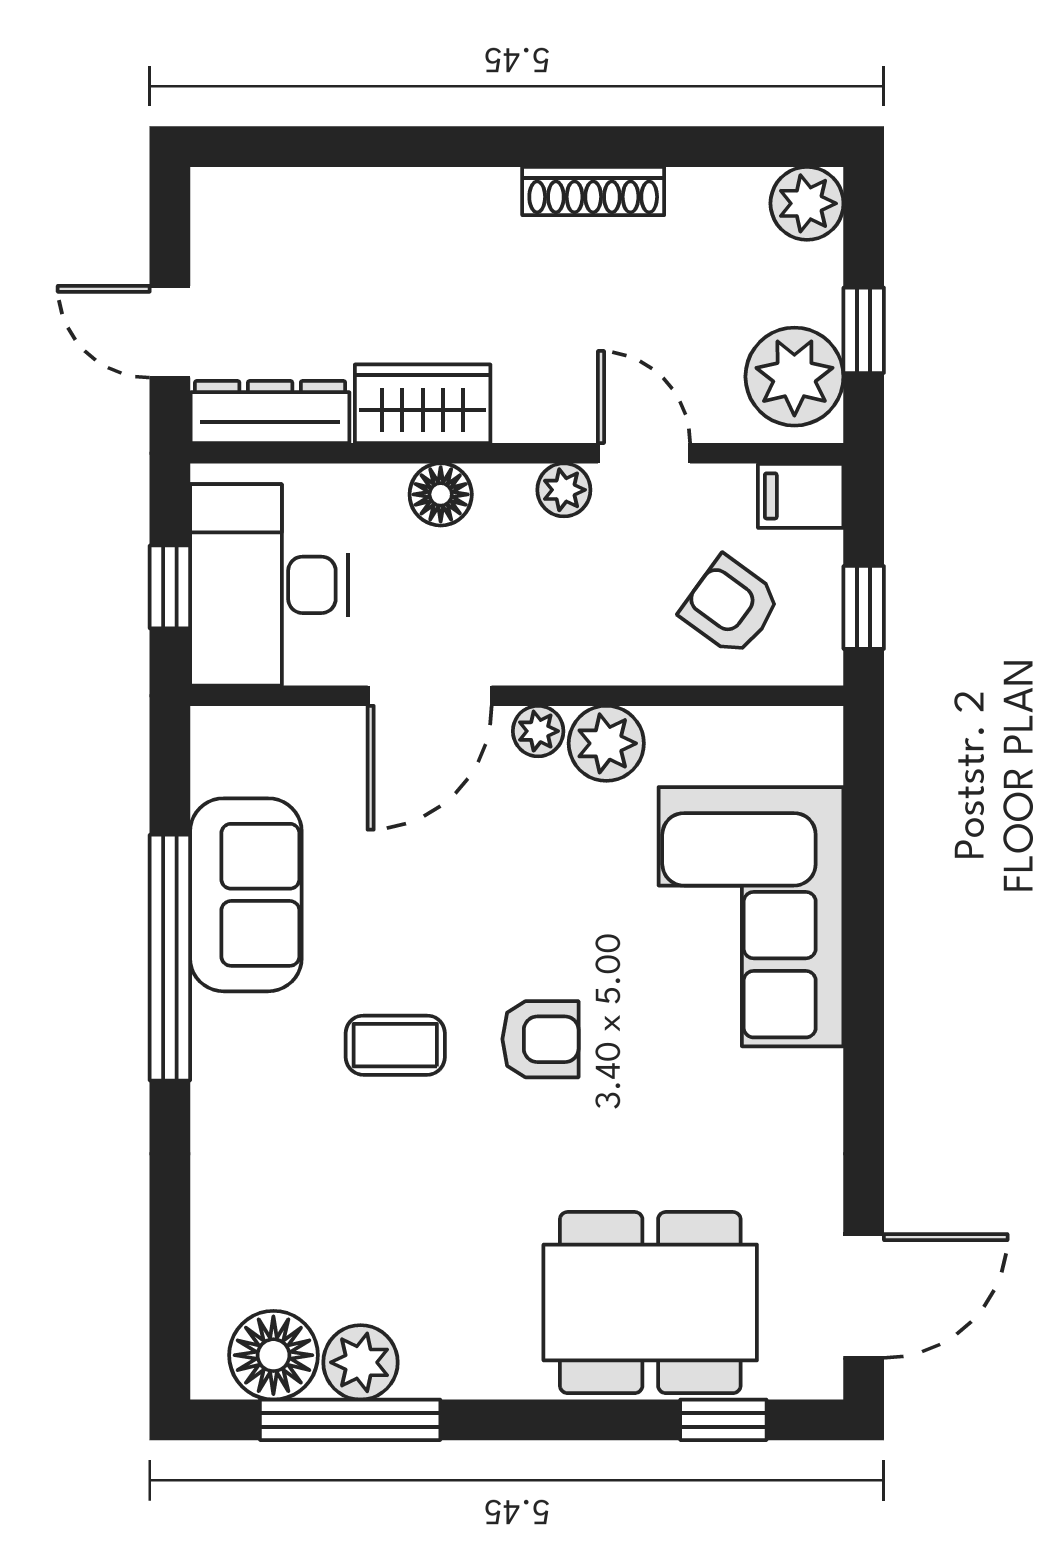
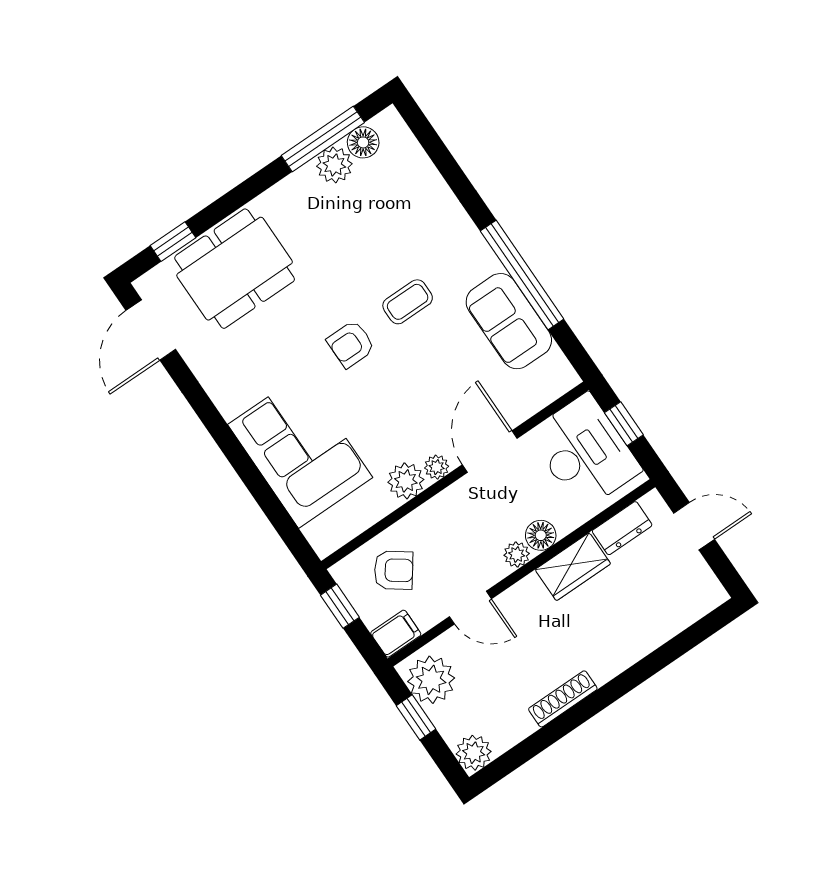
dresser: (270, 412) -> (622, 528), width x0.70
plant: (564, 490) -> (517, 554), moved
floor lamp: (273, 1355) -> (363, 142), width x0.73, depth x0.73

